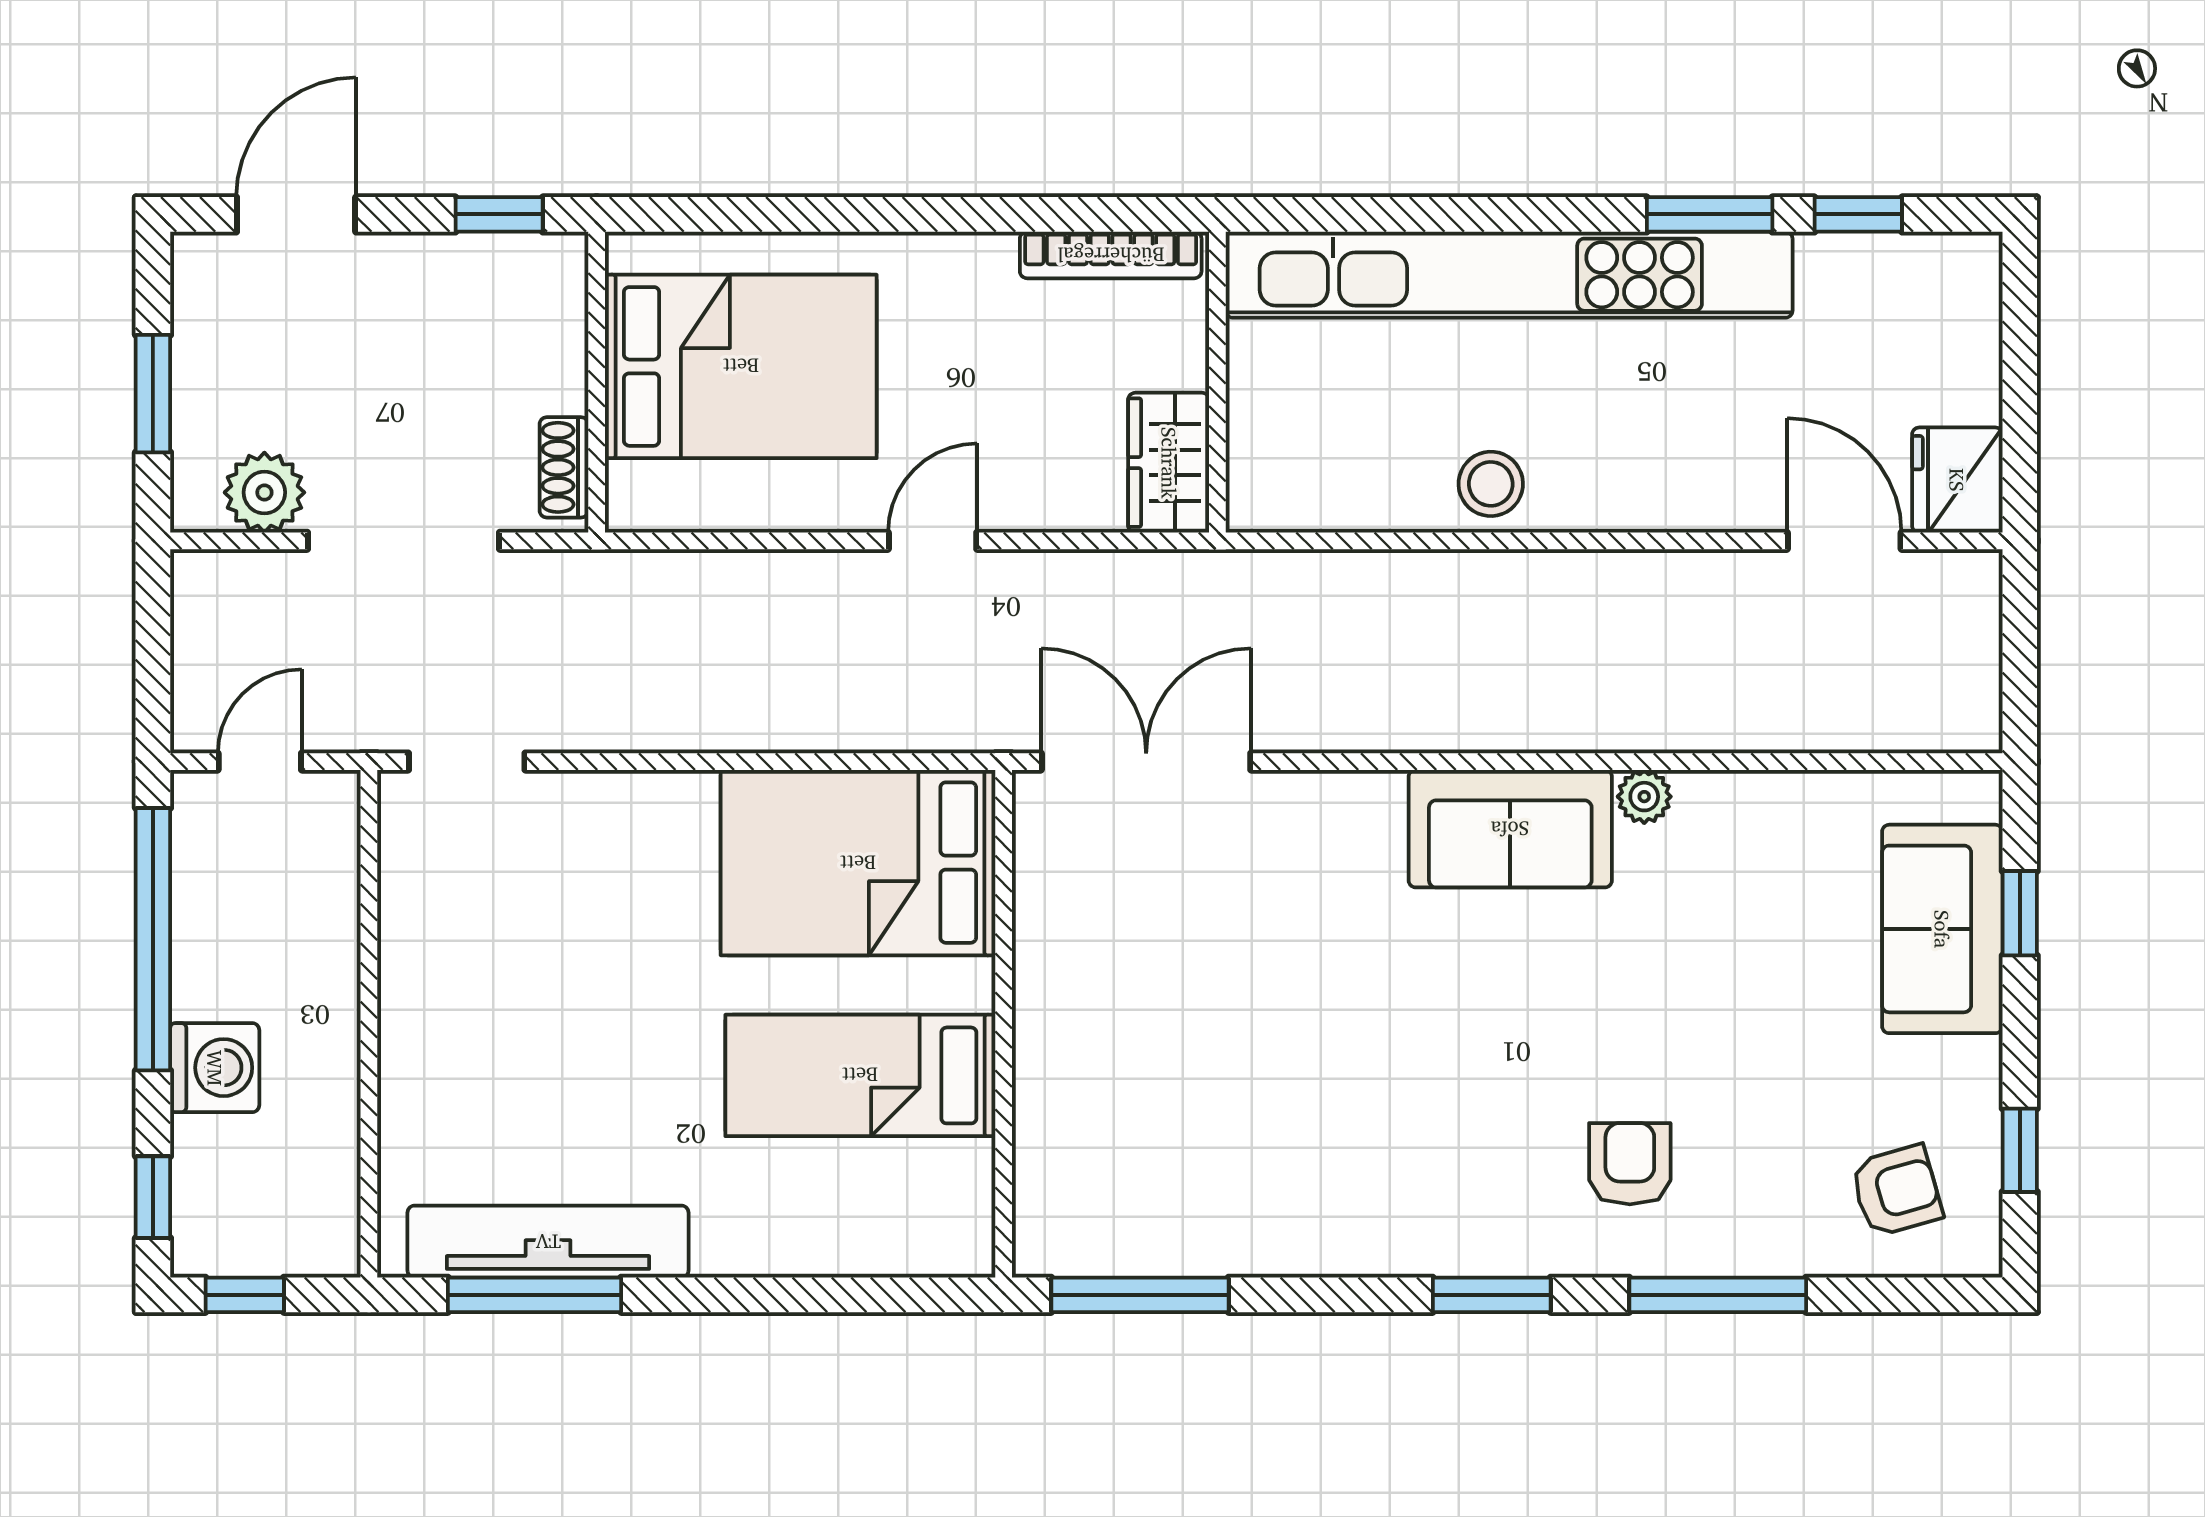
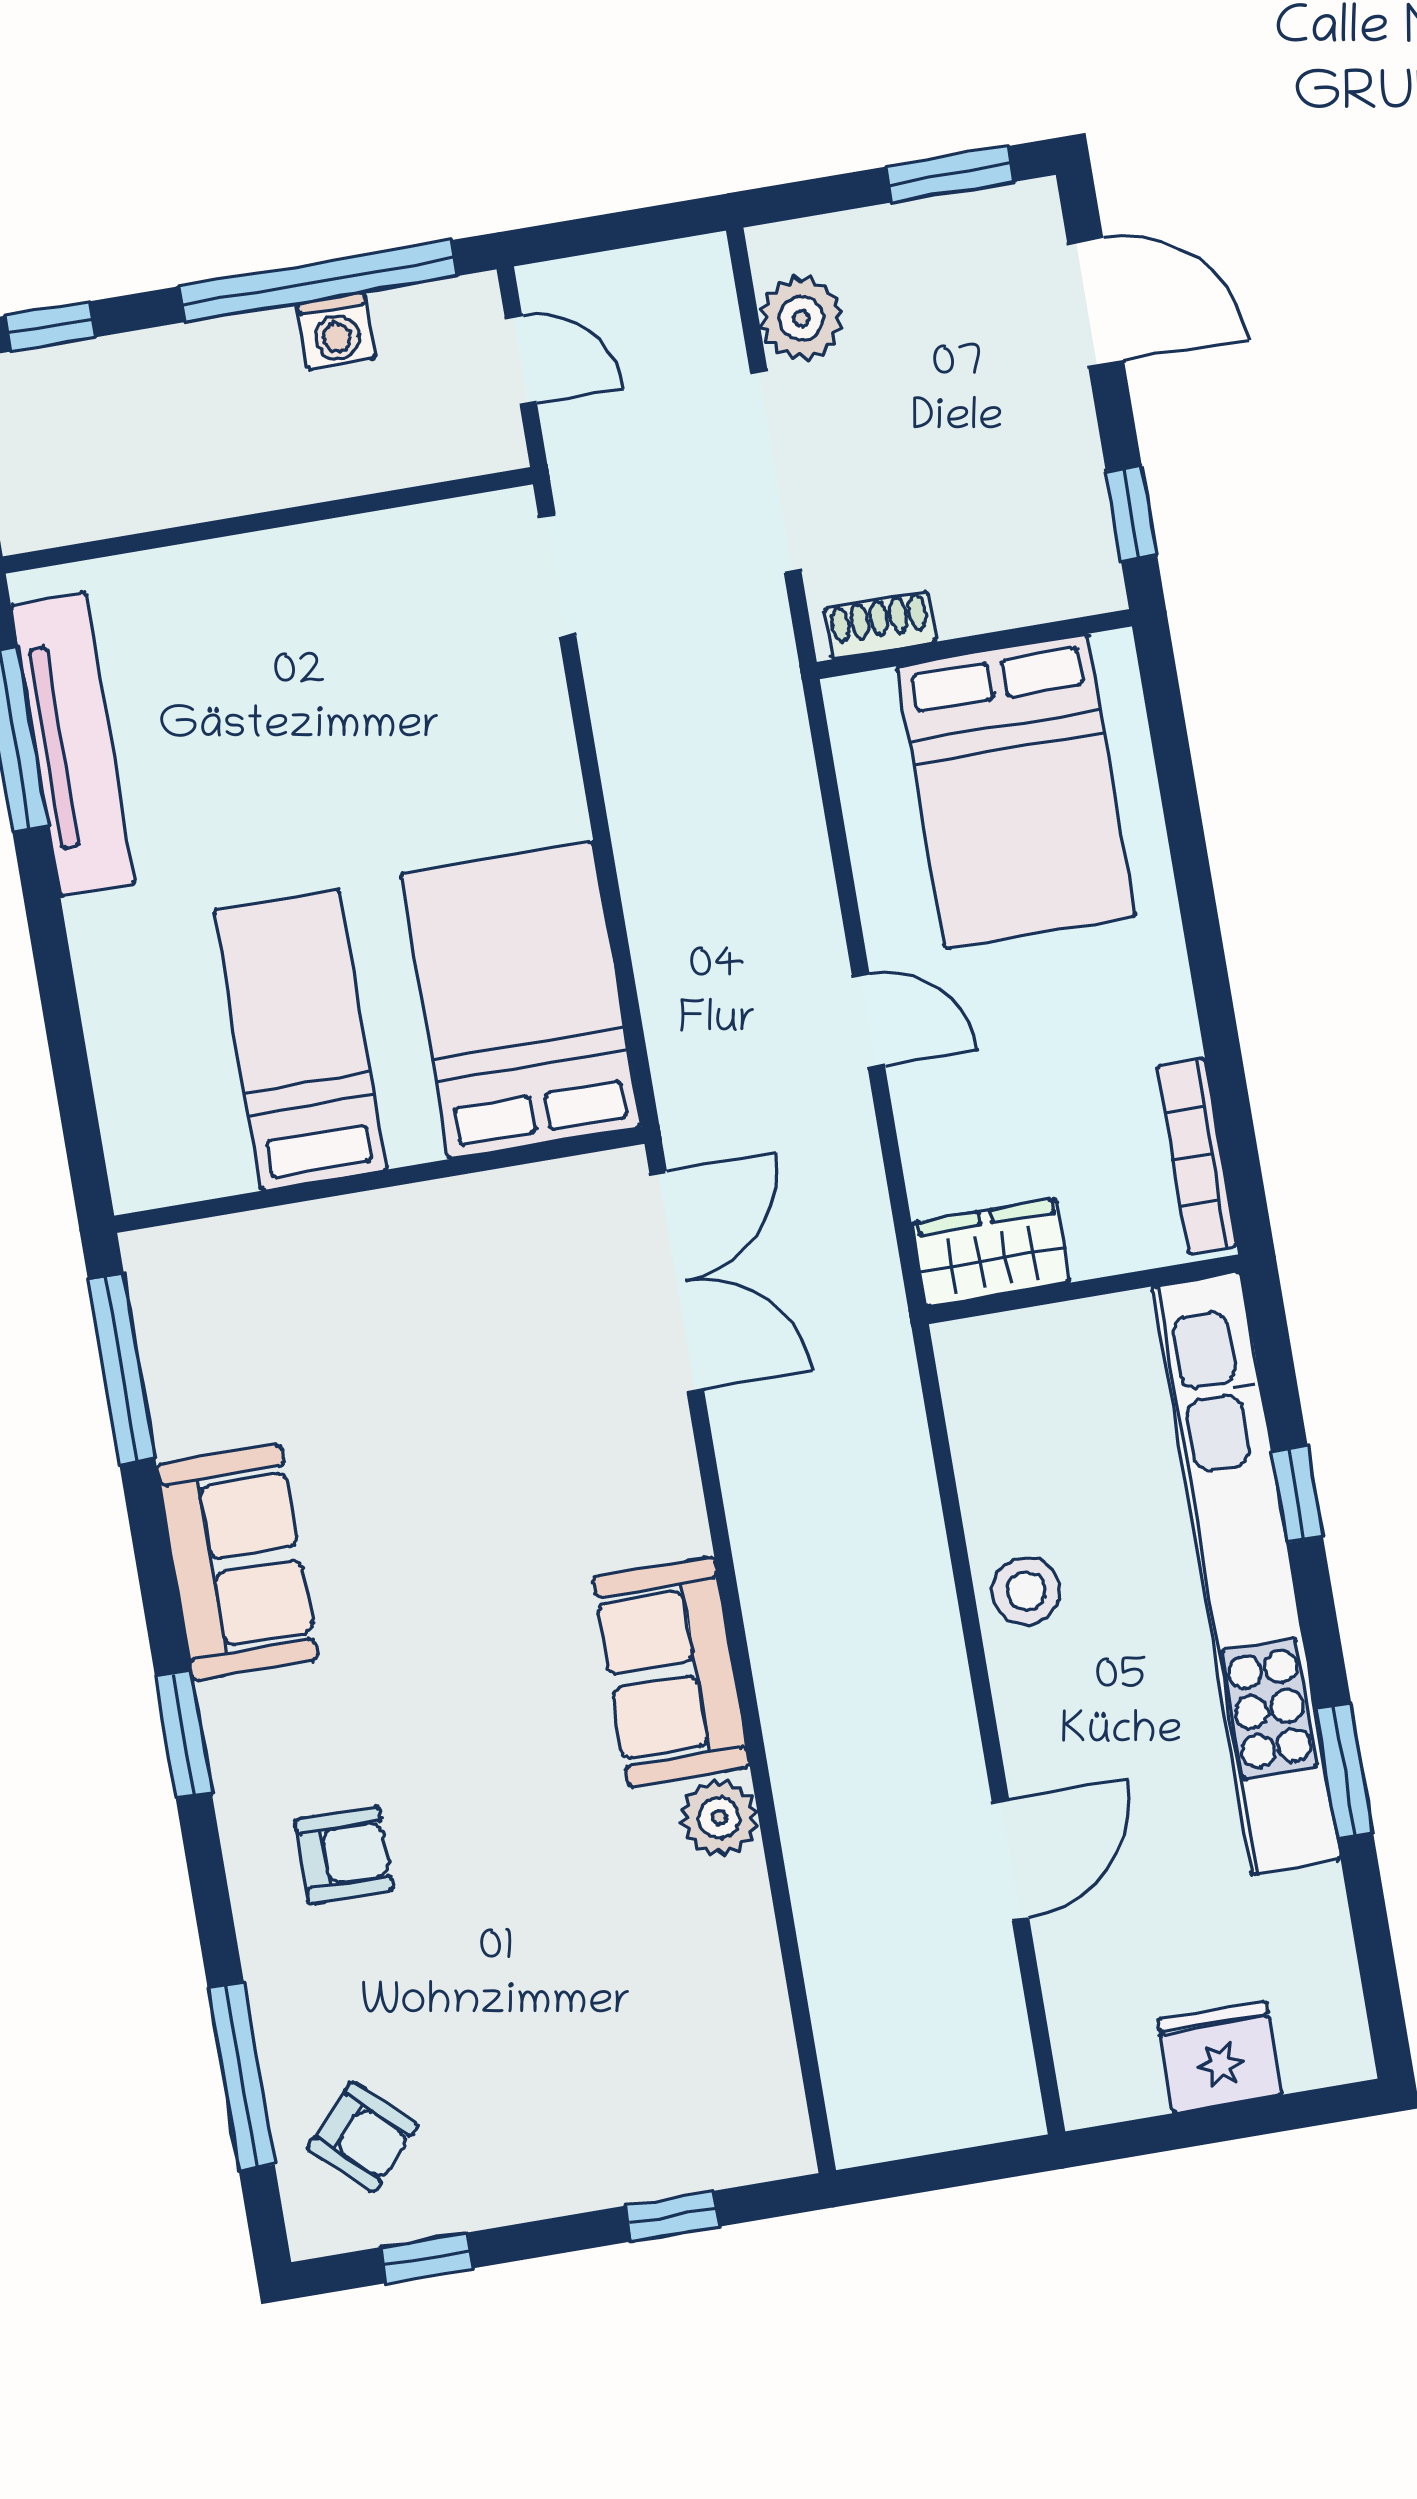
window: (1858, 214) -> (1297, 1495), moved
window: (153, 394) -> (950, 174), moved
fridge: (1957, 480) -> (1220, 2057), moved
door: (1844, 541) -> (1010, 1860), moved
plant: (1644, 797) -> (719, 1818), width x1.38, depth x1.38
sofa: (1942, 929) -> (237, 1562), moved, turned 90
washing machine: (215, 1068) -> (336, 331), moved, width x0.73, depth x0.73
armchair: (1896, 1191) -> (363, 2137), turned -31
window: (1718, 1295) -> (241, 2076), moved

